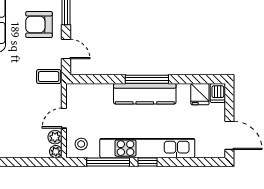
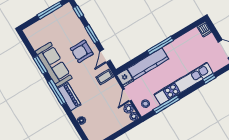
door: (66, 49) -> (105, 56), swing flipped
kitchen counter: (145, 94) -> (148, 64), moved
fridge: (200, 94) -> (125, 78), moved
window: (148, 162) -> (209, 79), moved

